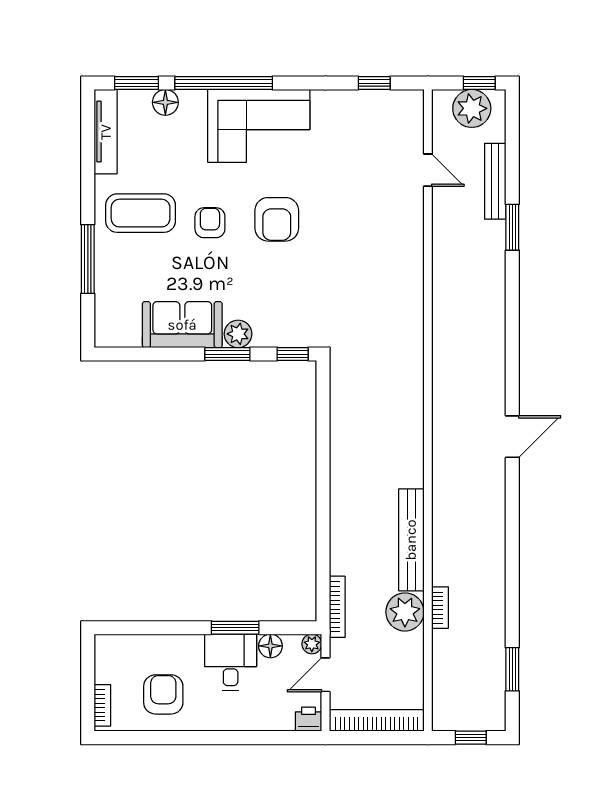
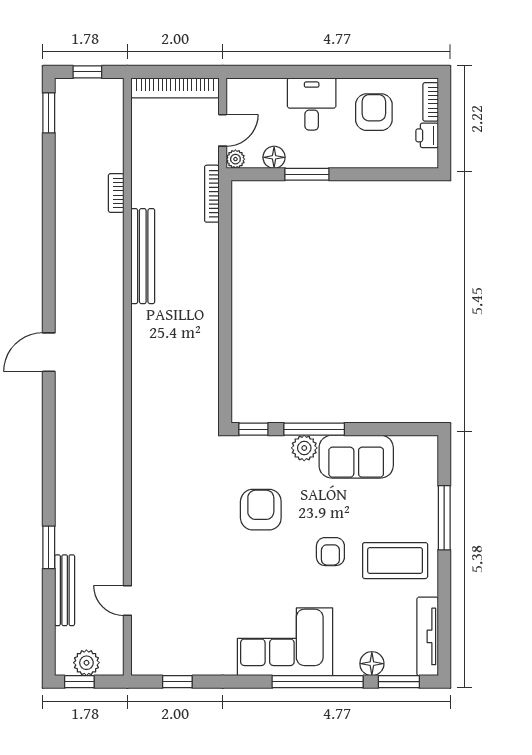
plant: (472, 108) -> (86, 663), width x0.73, depth x0.73
armchair: (277, 219) -> (261, 510), moved
window: (227, 354) -> (314, 429), width x1.44
plant: (405, 612) -> (149, 189), removed
desk: (231, 662) -> (312, 104), moved, turned 180
window: (512, 669) -> (49, 113), moved
armchair: (163, 694) -> (374, 112), turned 180
printer: (309, 719) -> (427, 135), moved, turned 90

